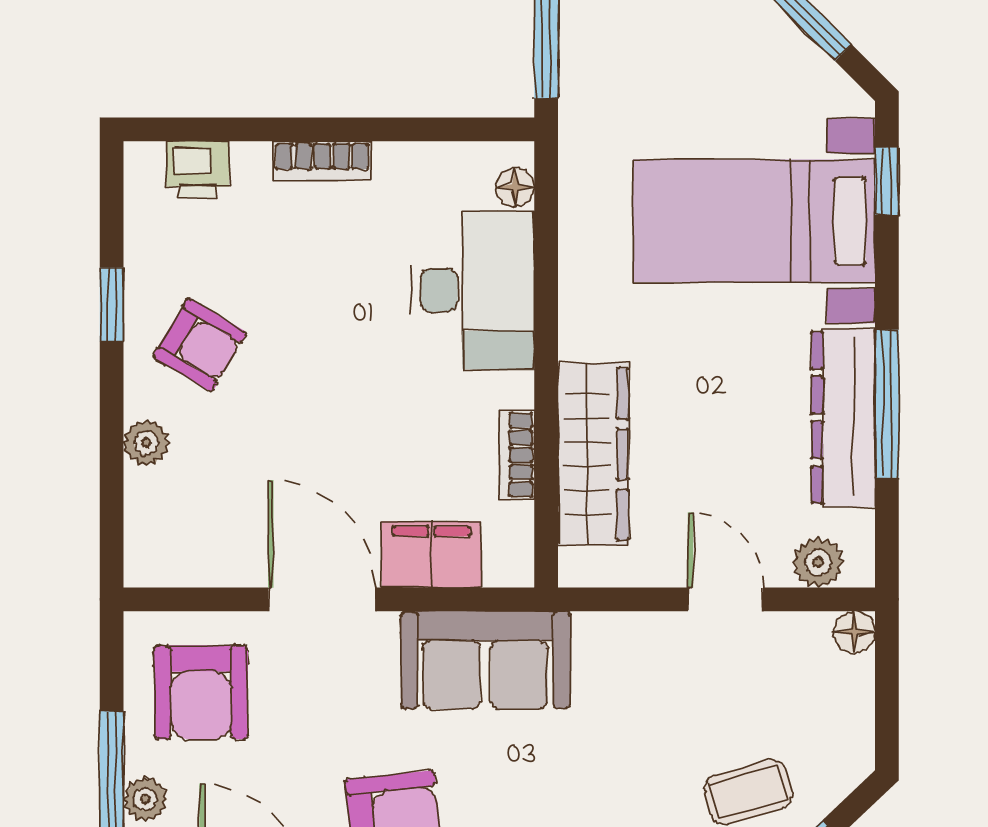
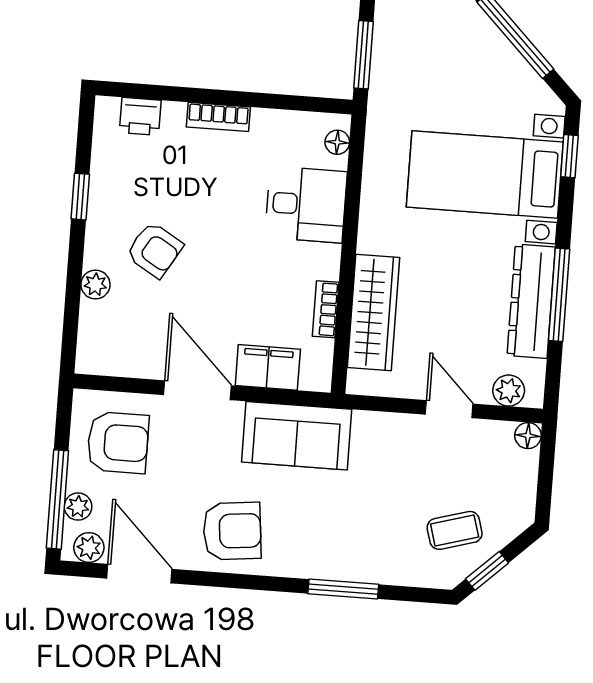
desk: (472, 290) -> (306, 205), width x0.73
armchair: (200, 345) -> (155, 250), moved
armchair: (201, 692) -> (118, 443), turned -90

